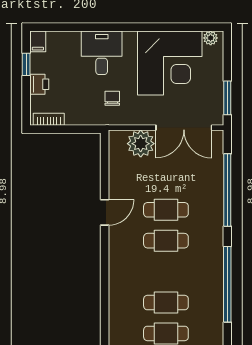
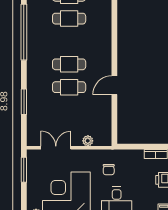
double door: (184, 128) -> (56, 148), width x0.73
plant: (141, 144) -> (88, 141), width x0.53, depth x0.53
window: (227, 190) -> (24, 102), width x0.47

